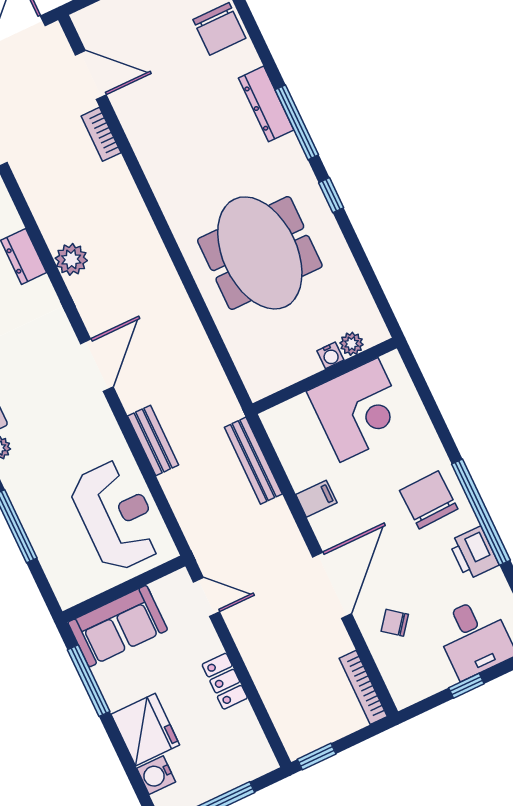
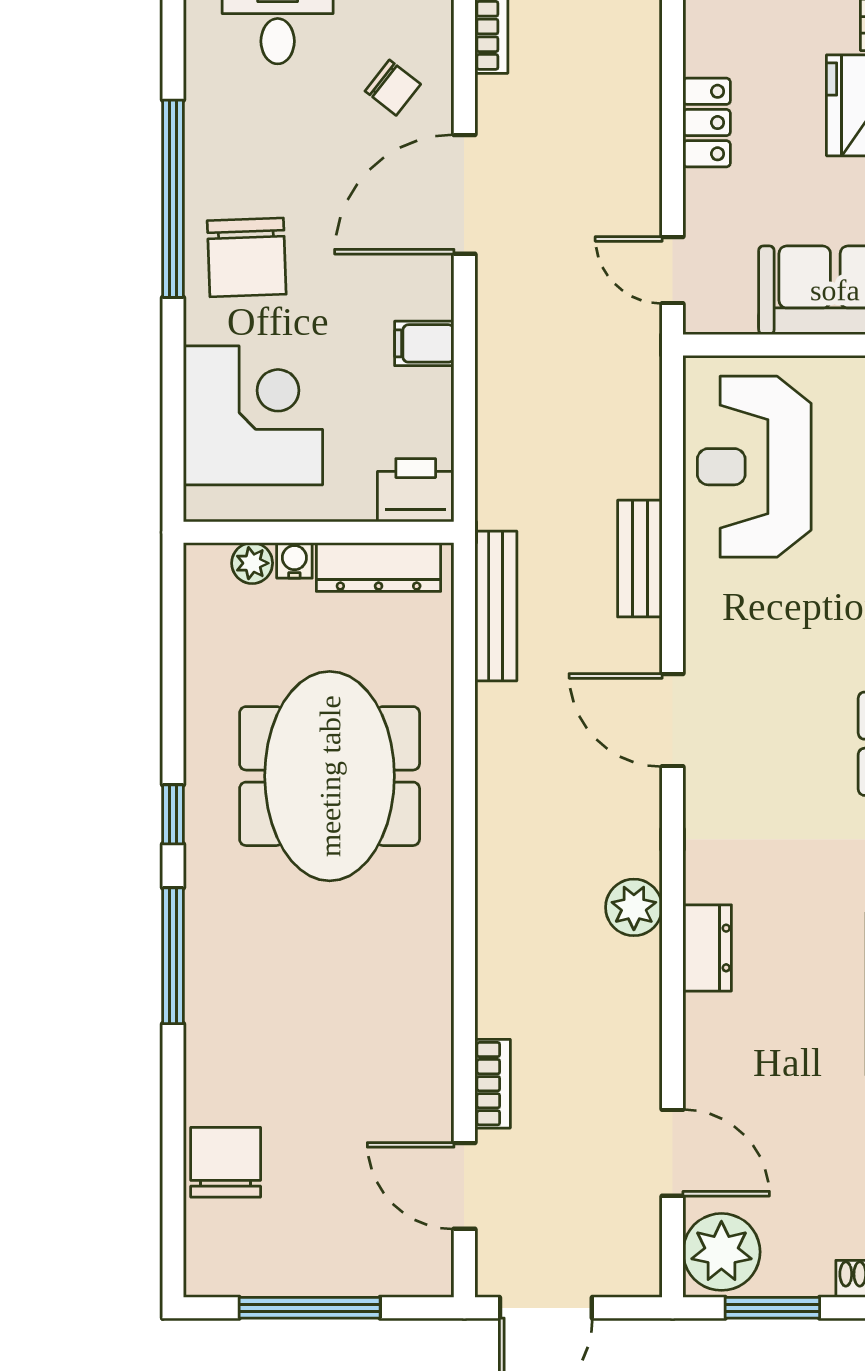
dresser: (266, 104) -> (379, 567), moved, turned 90
door: (97, 365) -> (673, 720), hinge flipped
corner desk: (359, 410) -> (253, 415), moved, turned 90
bench: (253, 461) -> (496, 606), moved
printer: (474, 553) -> (416, 490), moved, turned -90

